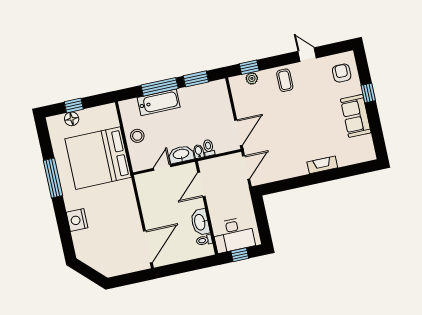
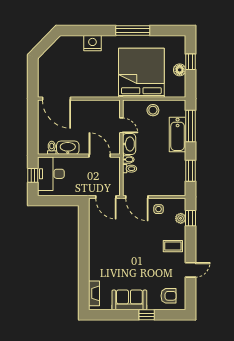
window: (160, 87) -> (191, 126), moved
side table: (247, 105) -> (159, 209), added
floor lamp: (72, 119) -> (180, 70), moved
fireplace: (322, 165) -> (94, 293), moved

